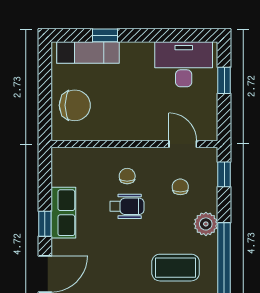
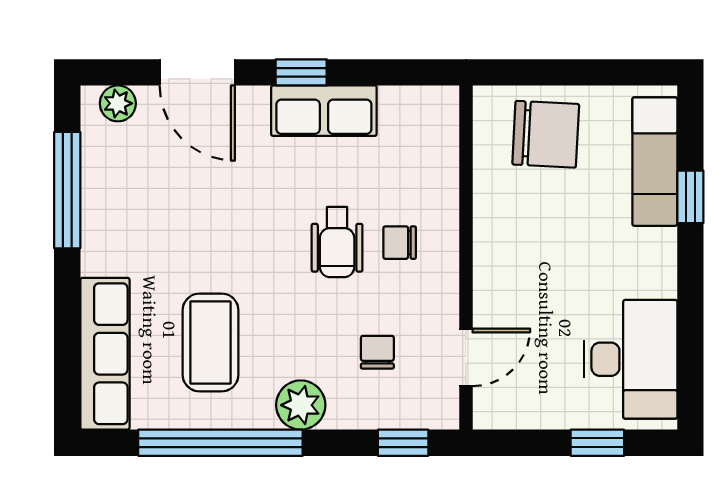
chair: (75, 105) -> (546, 134), turned -87
chair: (127, 176) -> (400, 243), turned 180
chair: (180, 187) -> (377, 352), turned -90

